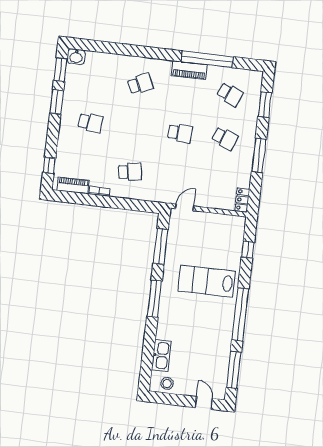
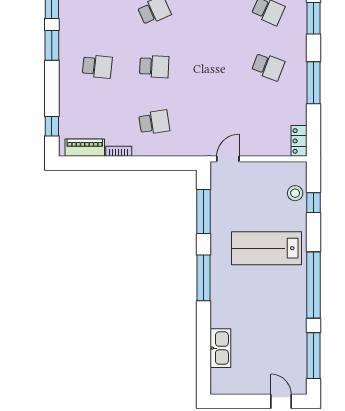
school desk: (180, 133) -> (154, 66), moved
stool: (167, 383) -> (295, 193), moved

